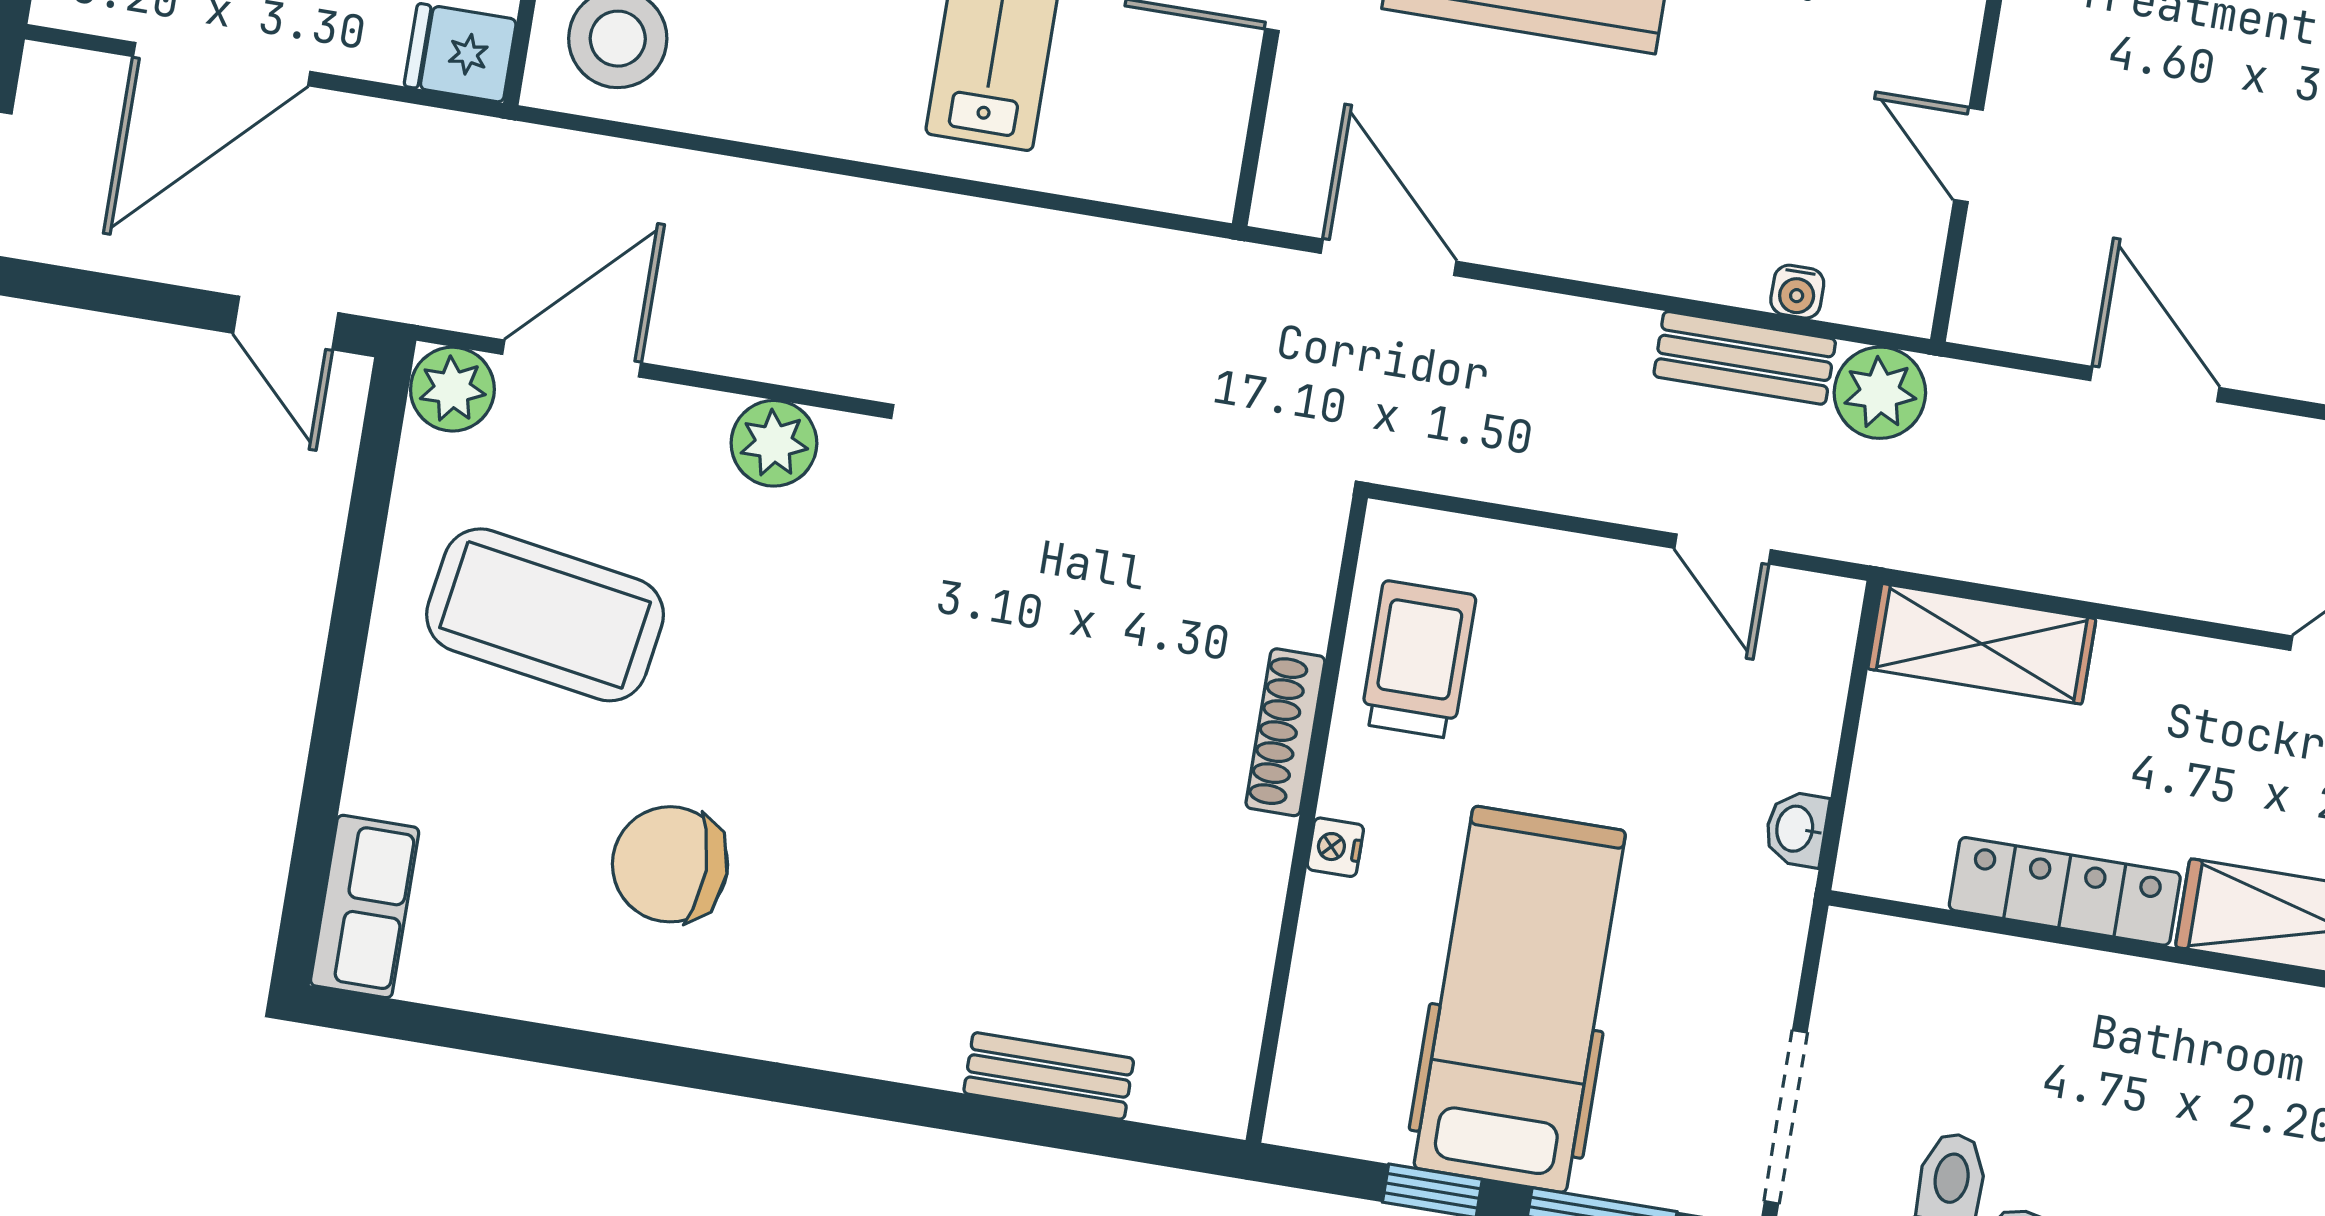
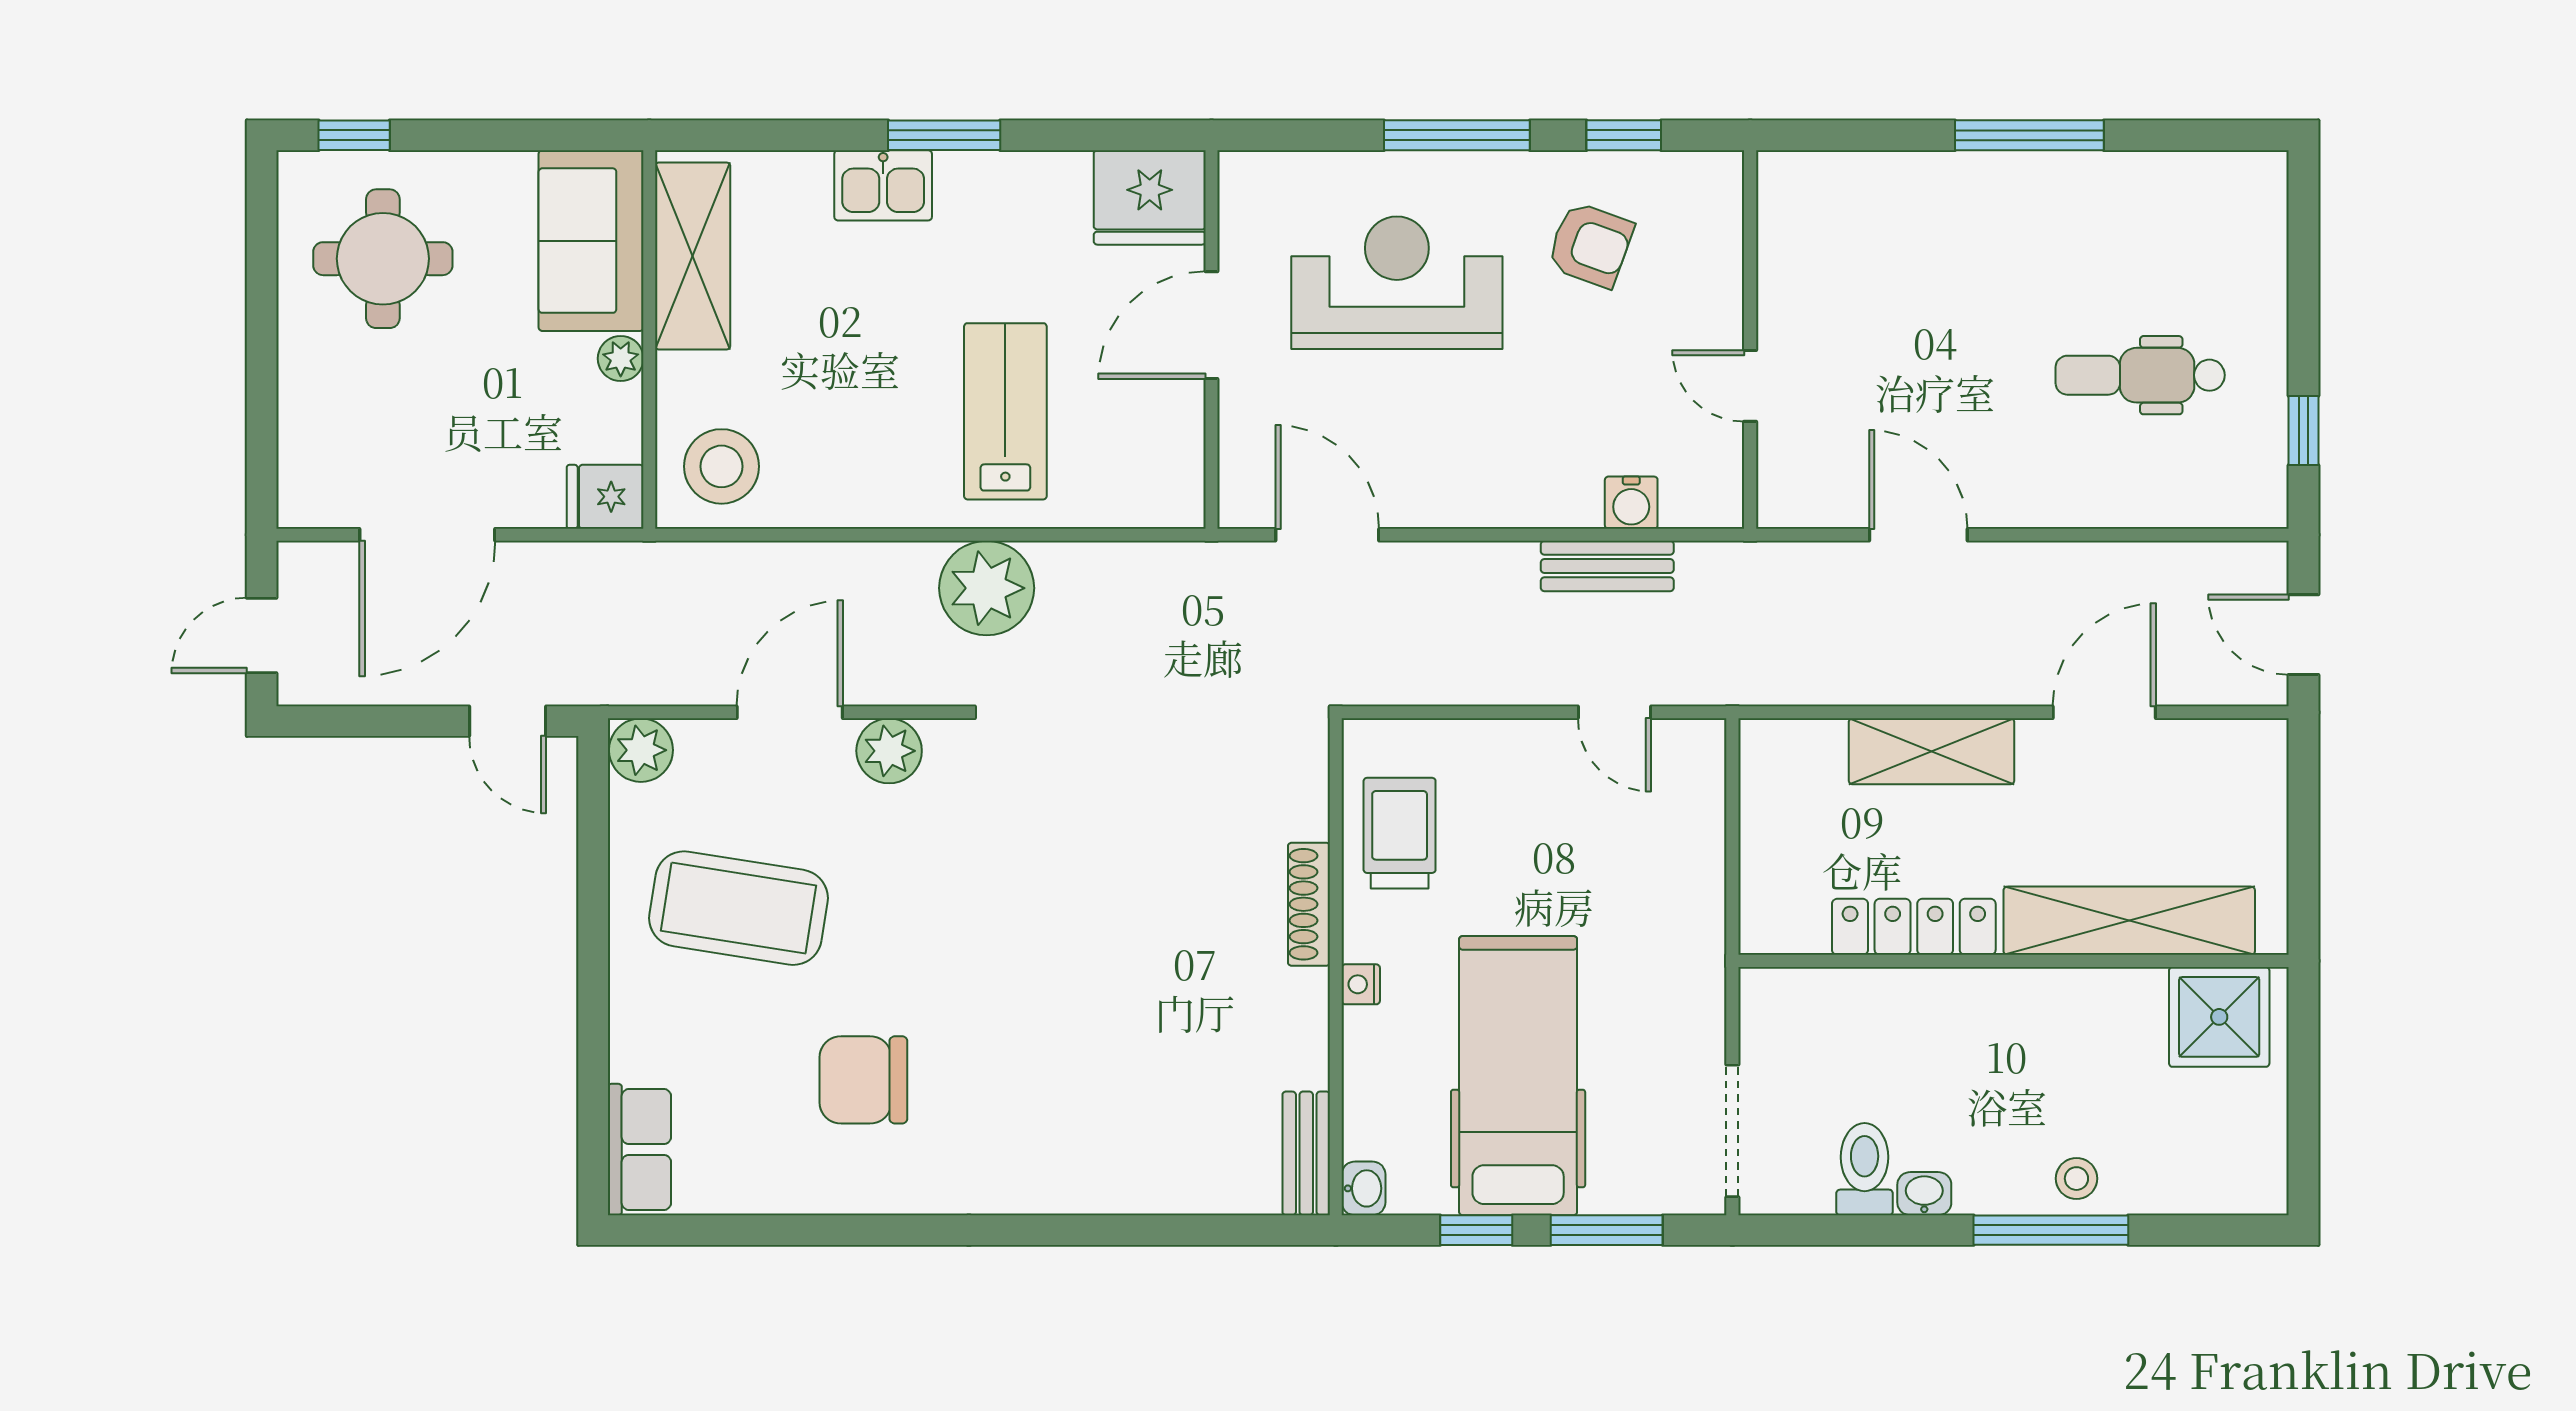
water cooler: (1797, 292) -> (1631, 503), width x1.38, depth x1.38
door: (572, 358) -> (790, 712), moved
plant: (1880, 393) -> (987, 588), moved, width x1.36, depth x1.36
shelving: (1982, 644) -> (1932, 751), moved
washbasin: (1796, 829) -> (1364, 1188), moved, turned 180
bench: (1049, 1076) -> (1306, 1153), moved, turned 90

